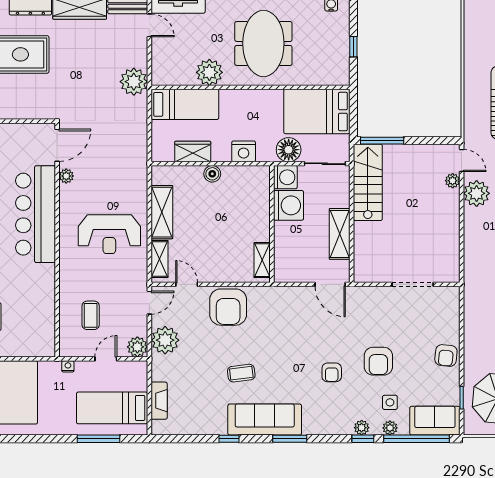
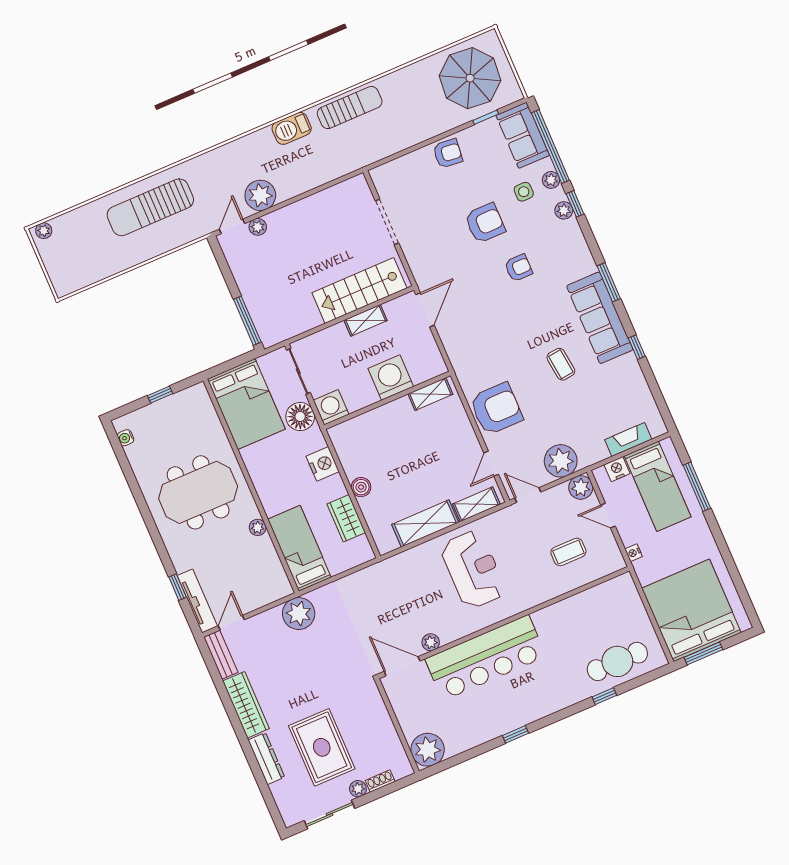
plant: (209, 72) -> (258, 527), width x0.53, depth x0.53
stairs: (368, 182) -> (359, 290), moved
washing machine: (289, 205) -> (391, 378), moved
shelving: (340, 234) -> (366, 320), width x0.67, depth x0.75
nightstand: (140, 382) -> (617, 469), added

